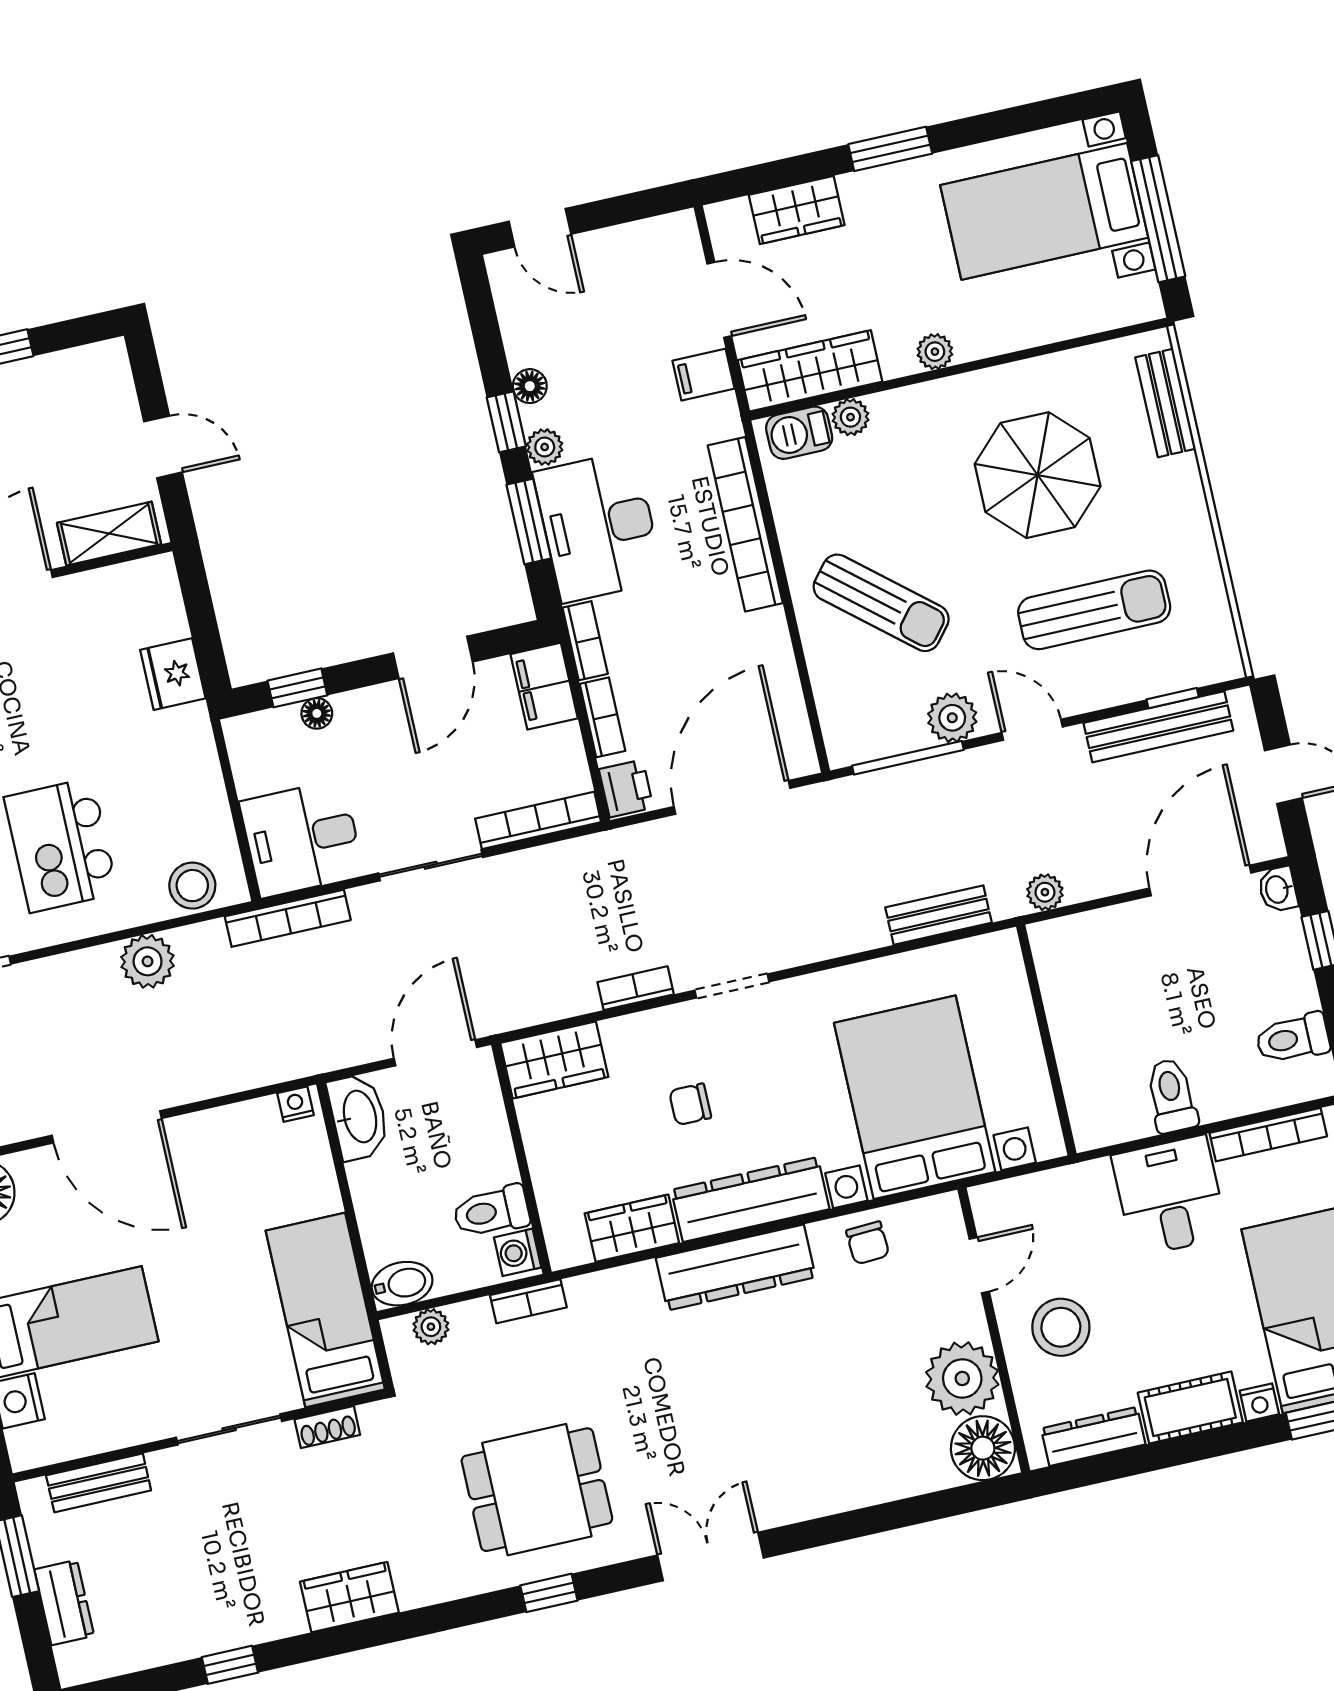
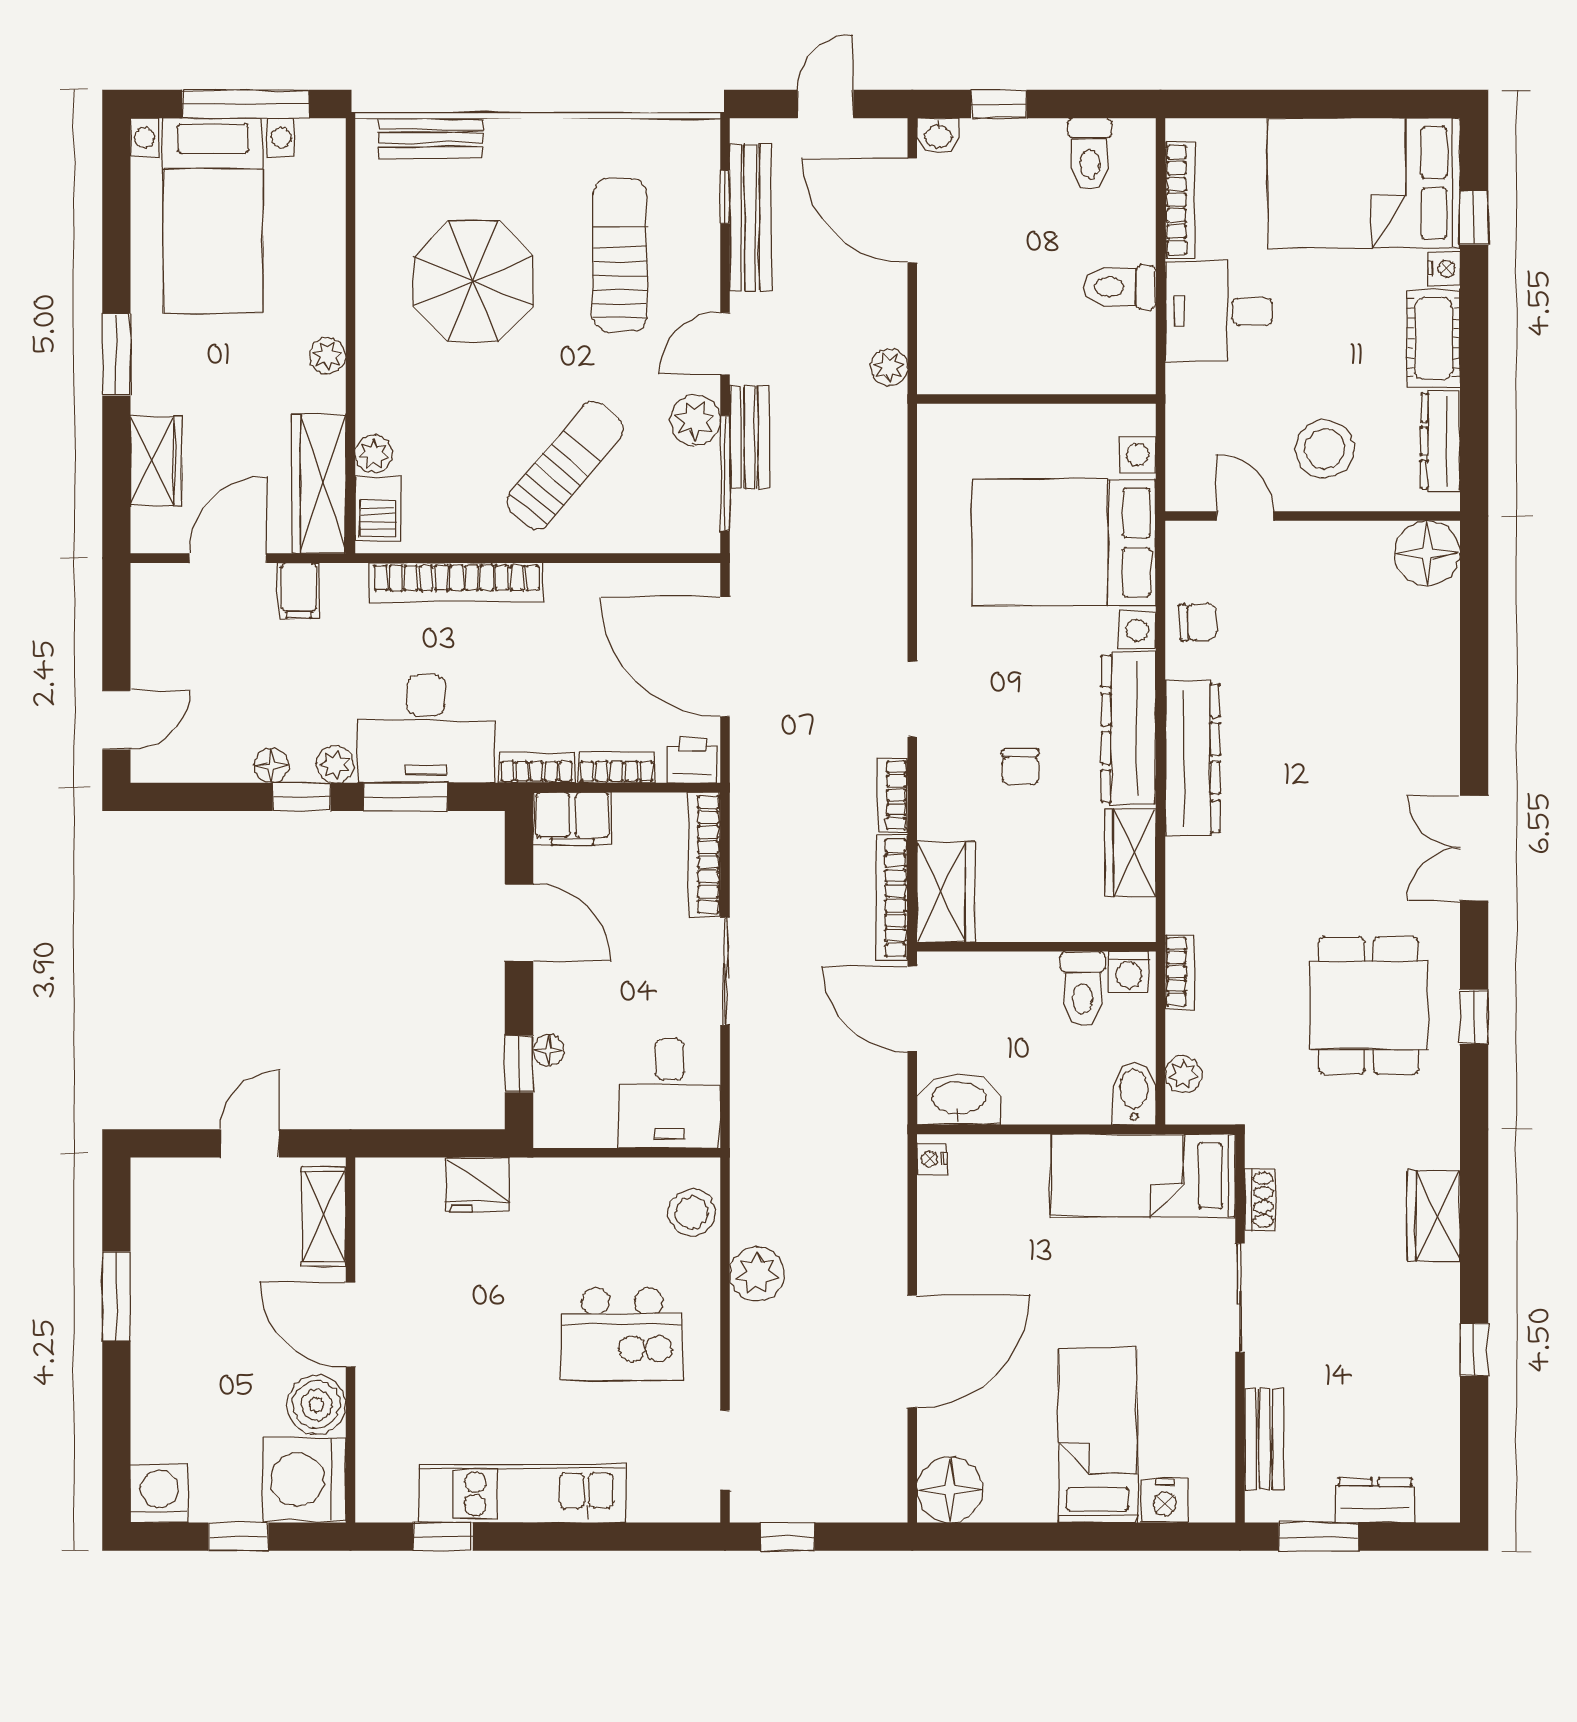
bench: (938, 915) -> (749, 437), moved
bookcase: (288, 918) -> (892, 898), moved, turned 180
plant: (962, 1378) -> (1354, 558), removed

